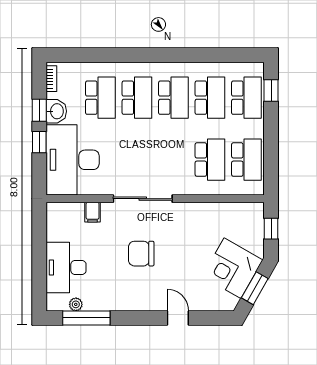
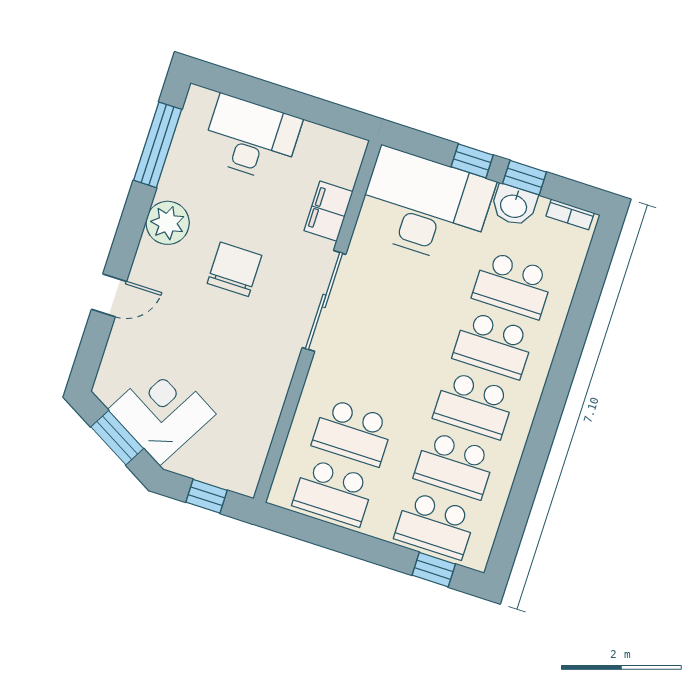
filing cabinet: (93, 212) -> (328, 211), width x2.00
plant: (76, 304) -> (168, 223), moved, width x1.88, depth x1.88

